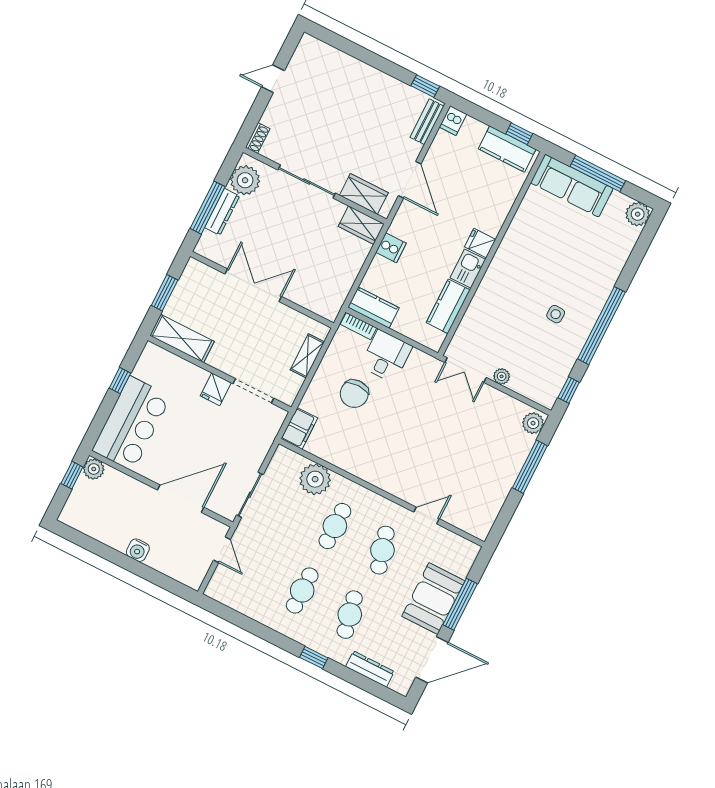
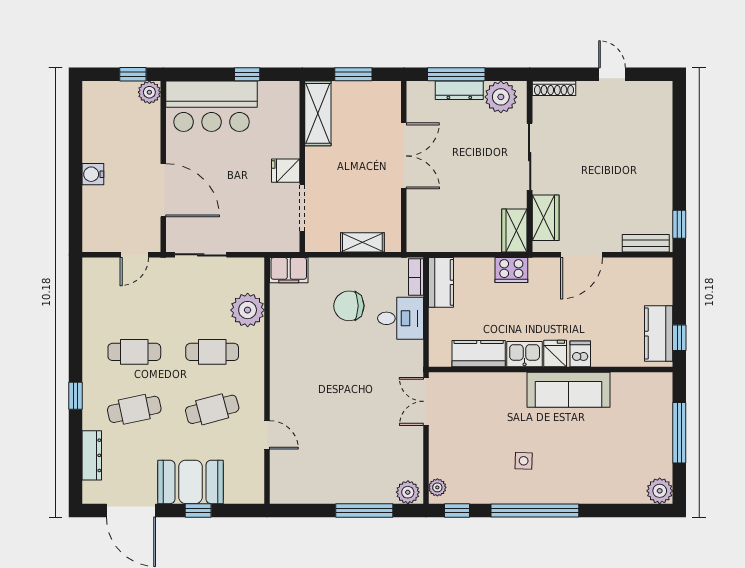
dishwasher: (453, 121) -> (580, 354), moved, turned 90
shoe rack: (258, 138) -> (554, 88), width x1.43
sofa: (572, 186) -> (568, 390), moved, turned -90
cooker: (391, 248) -> (511, 270), width x1.36
plant: (502, 376) -> (437, 487), moved
window: (460, 604) -> (198, 510), width x0.46

